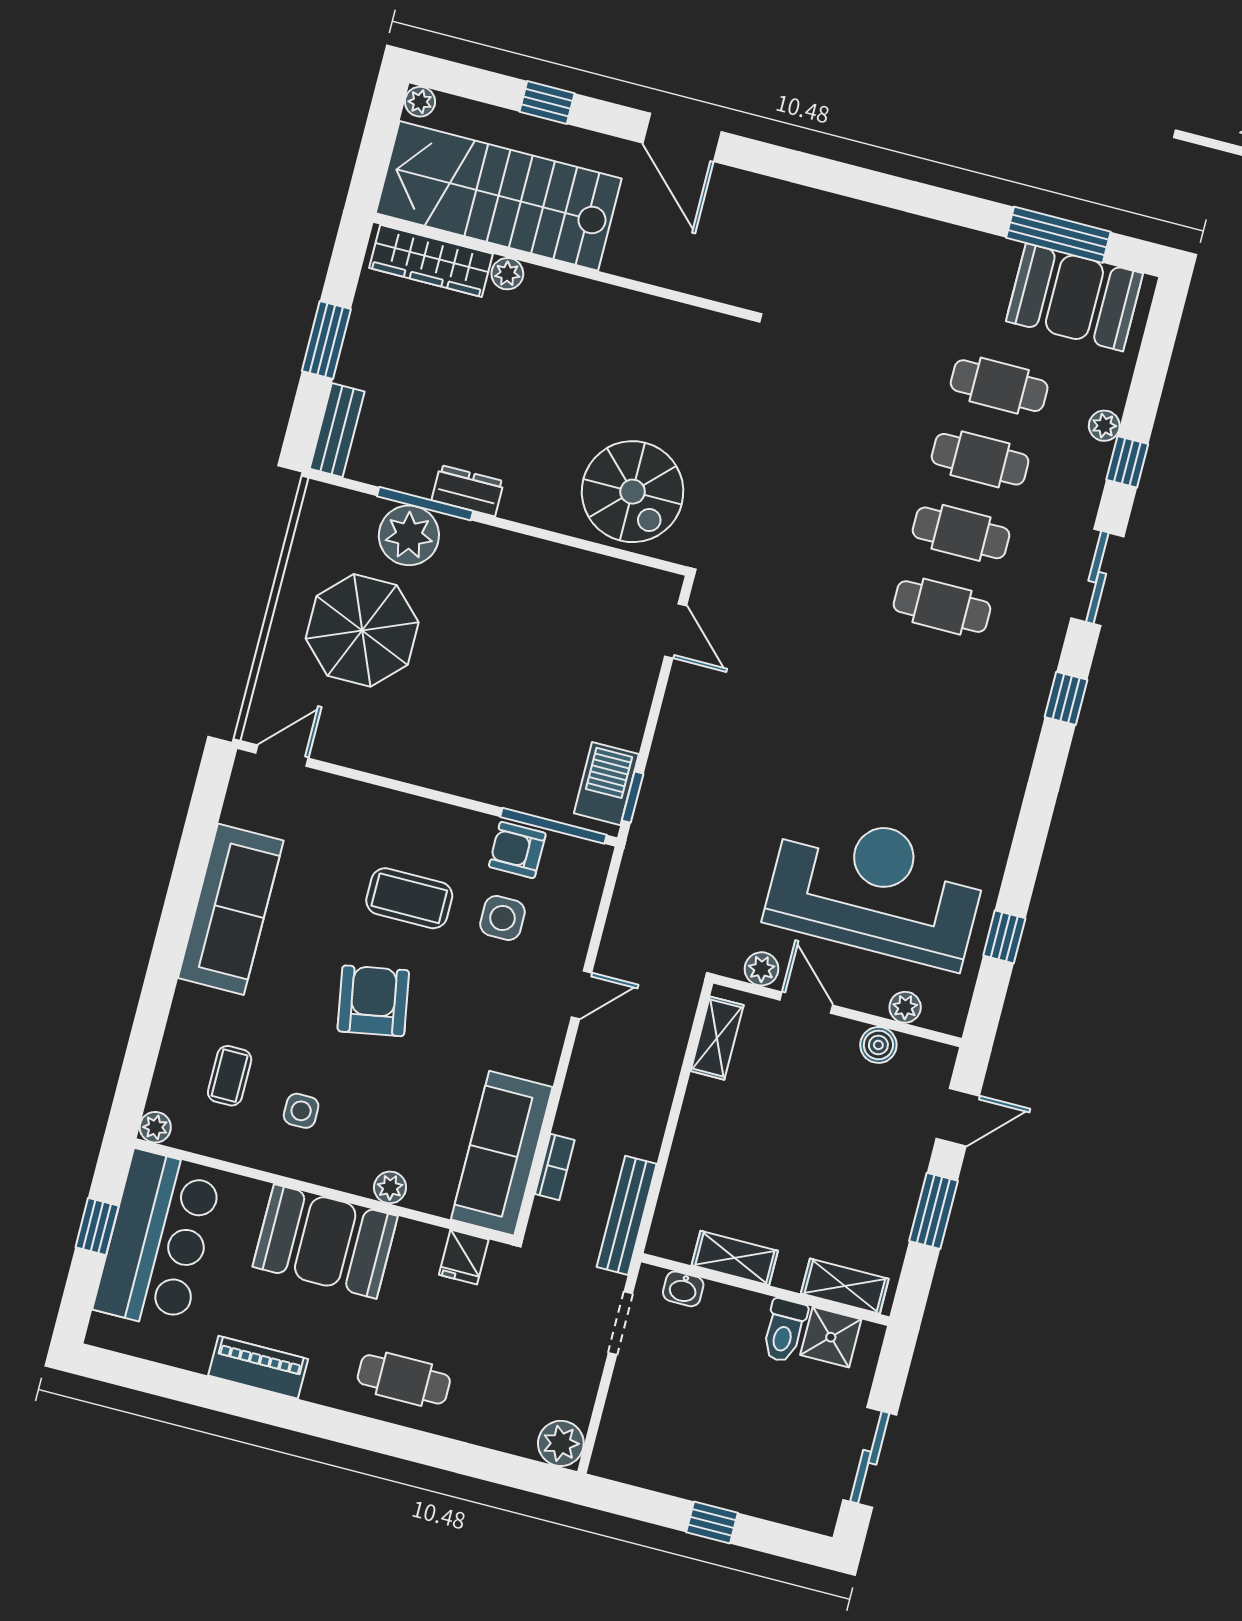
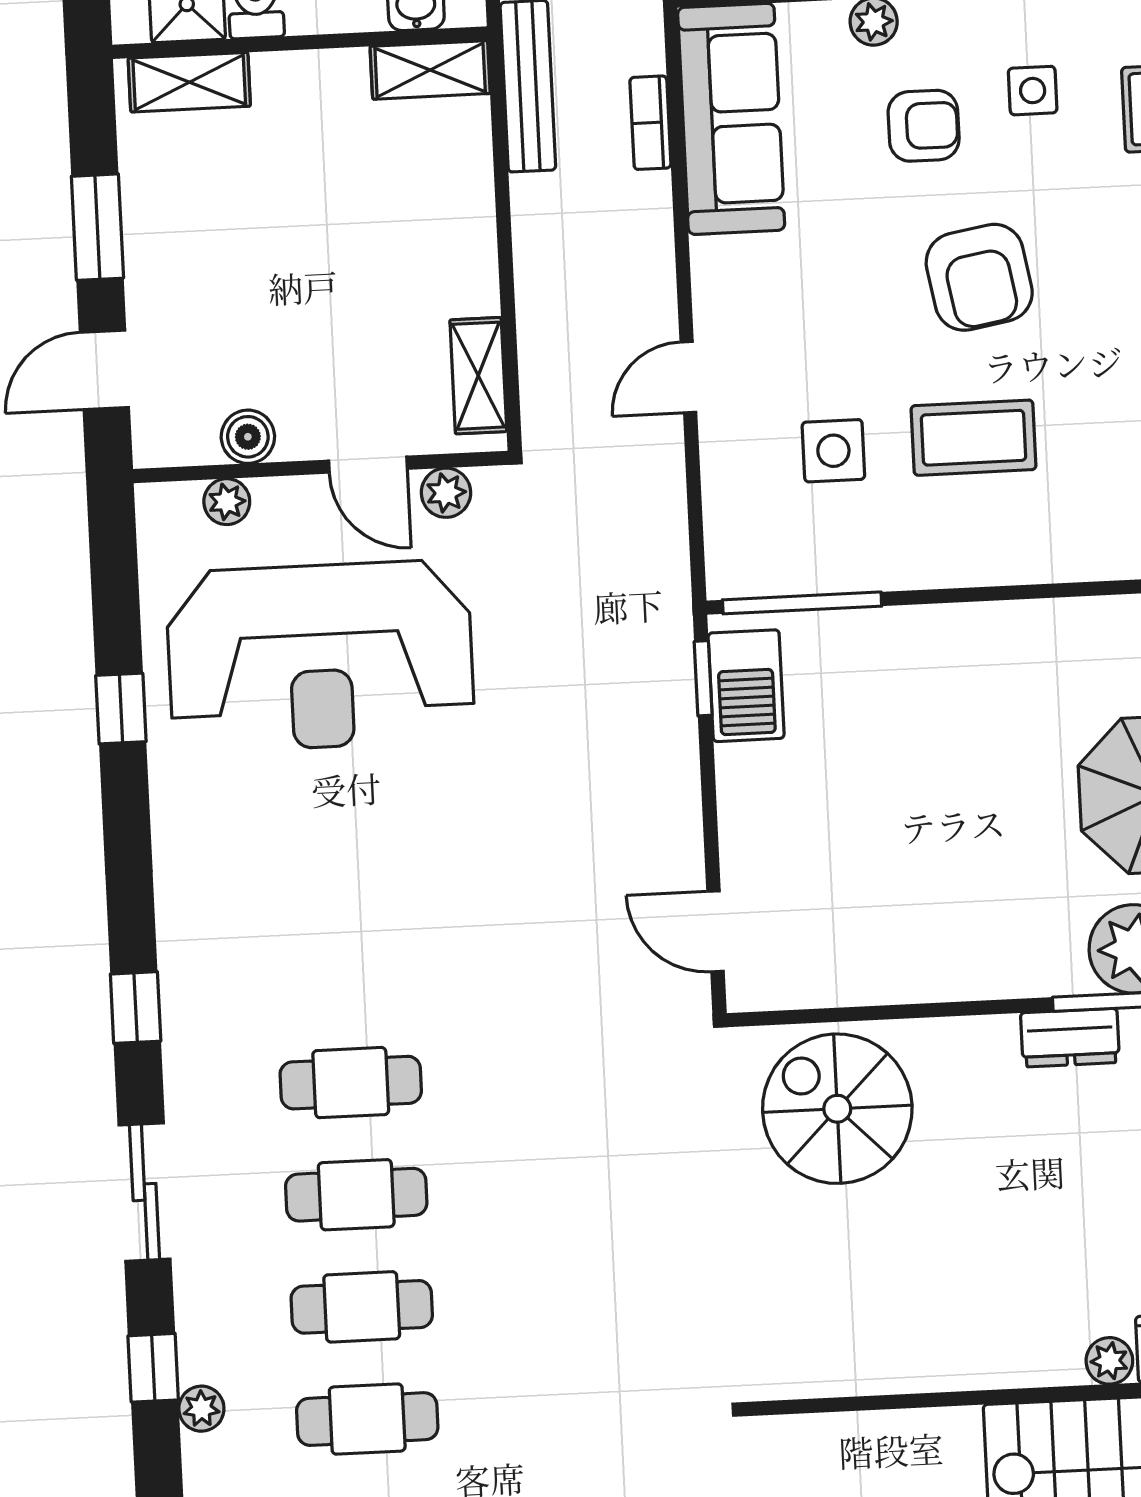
armchair: (517, 850) -> (924, 126), moved
window: (1004, 937) -> (121, 709), moved
shelving: (735, 1258) -> (430, 70), moved

